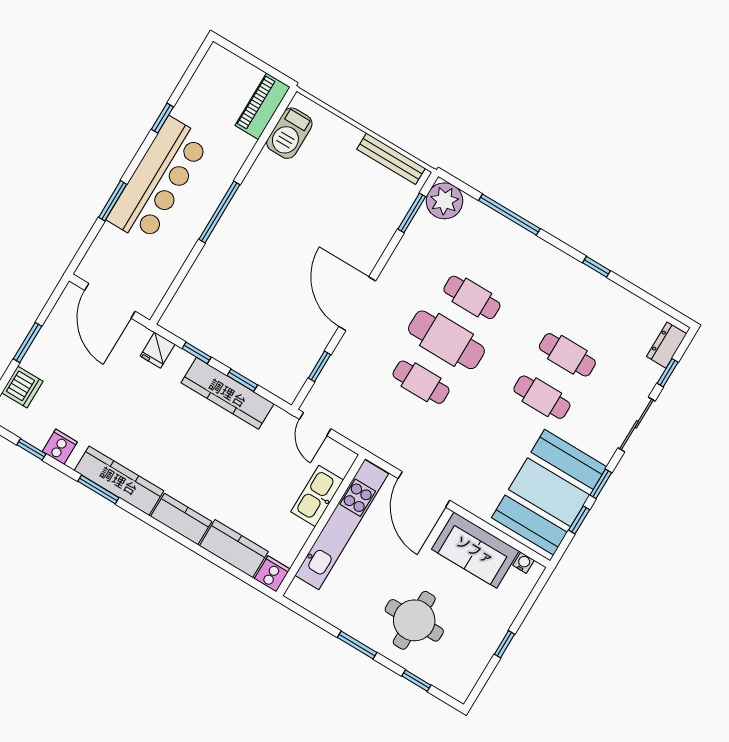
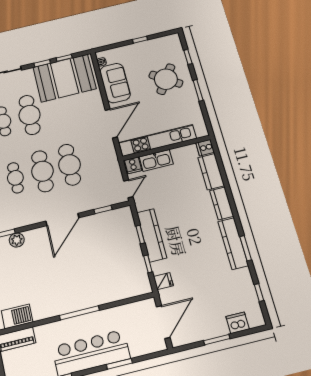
plant: (387, 222) -> (17, 240), added
cafe table: (421, 382) -> (69, 165), width x1.37, depth x1.35
cafe table: (542, 397) -> (30, 115), width x1.37, depth x1.35
cooker: (60, 447) -> (133, 165), moved, turned -90
round table: (414, 620) -> (166, 79), turned 34

